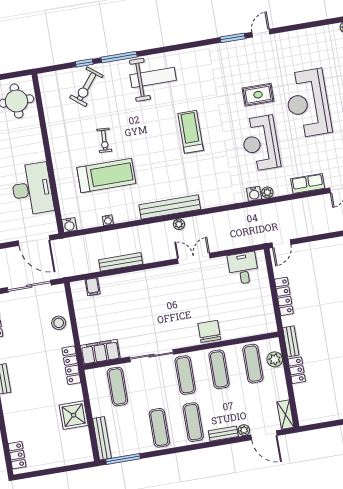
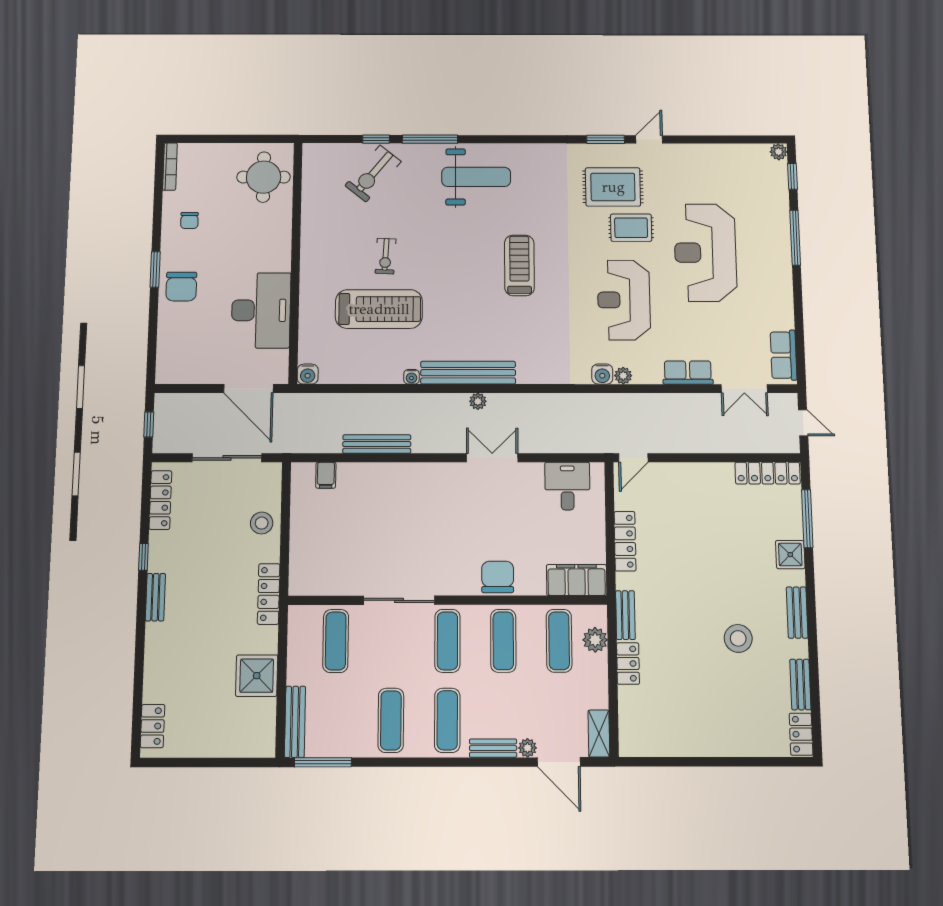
rug: (242, 69) -> (613, 187), added
water cooler: (108, 220) -> (411, 377), moved
filing cabinet: (100, 352) -> (577, 580), moved

